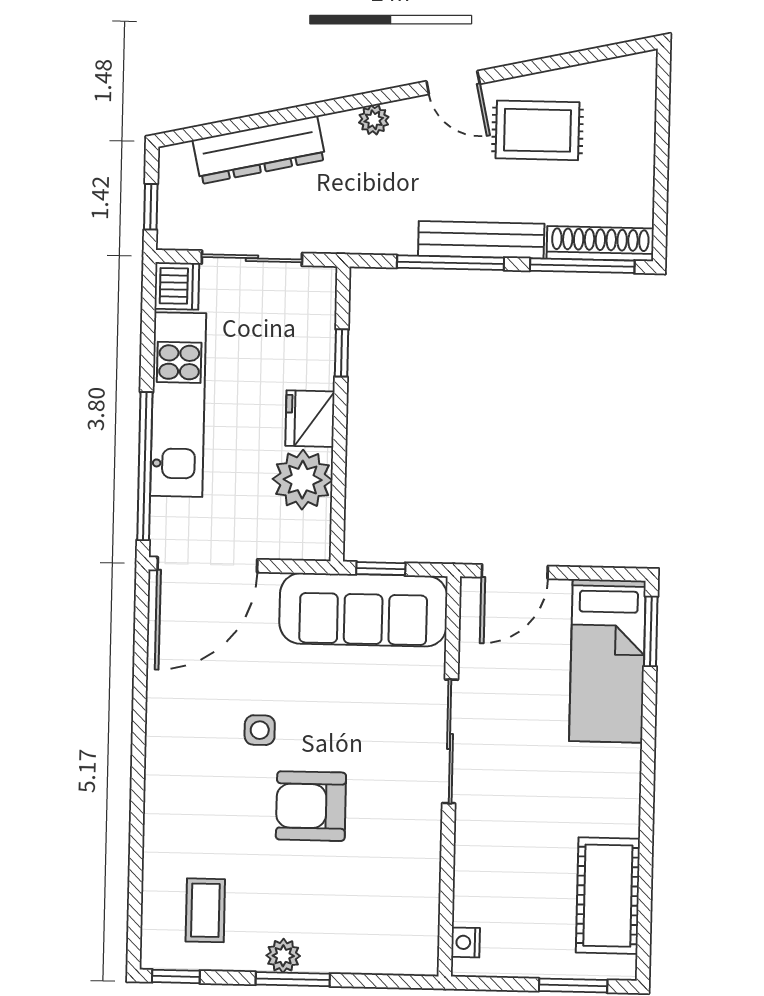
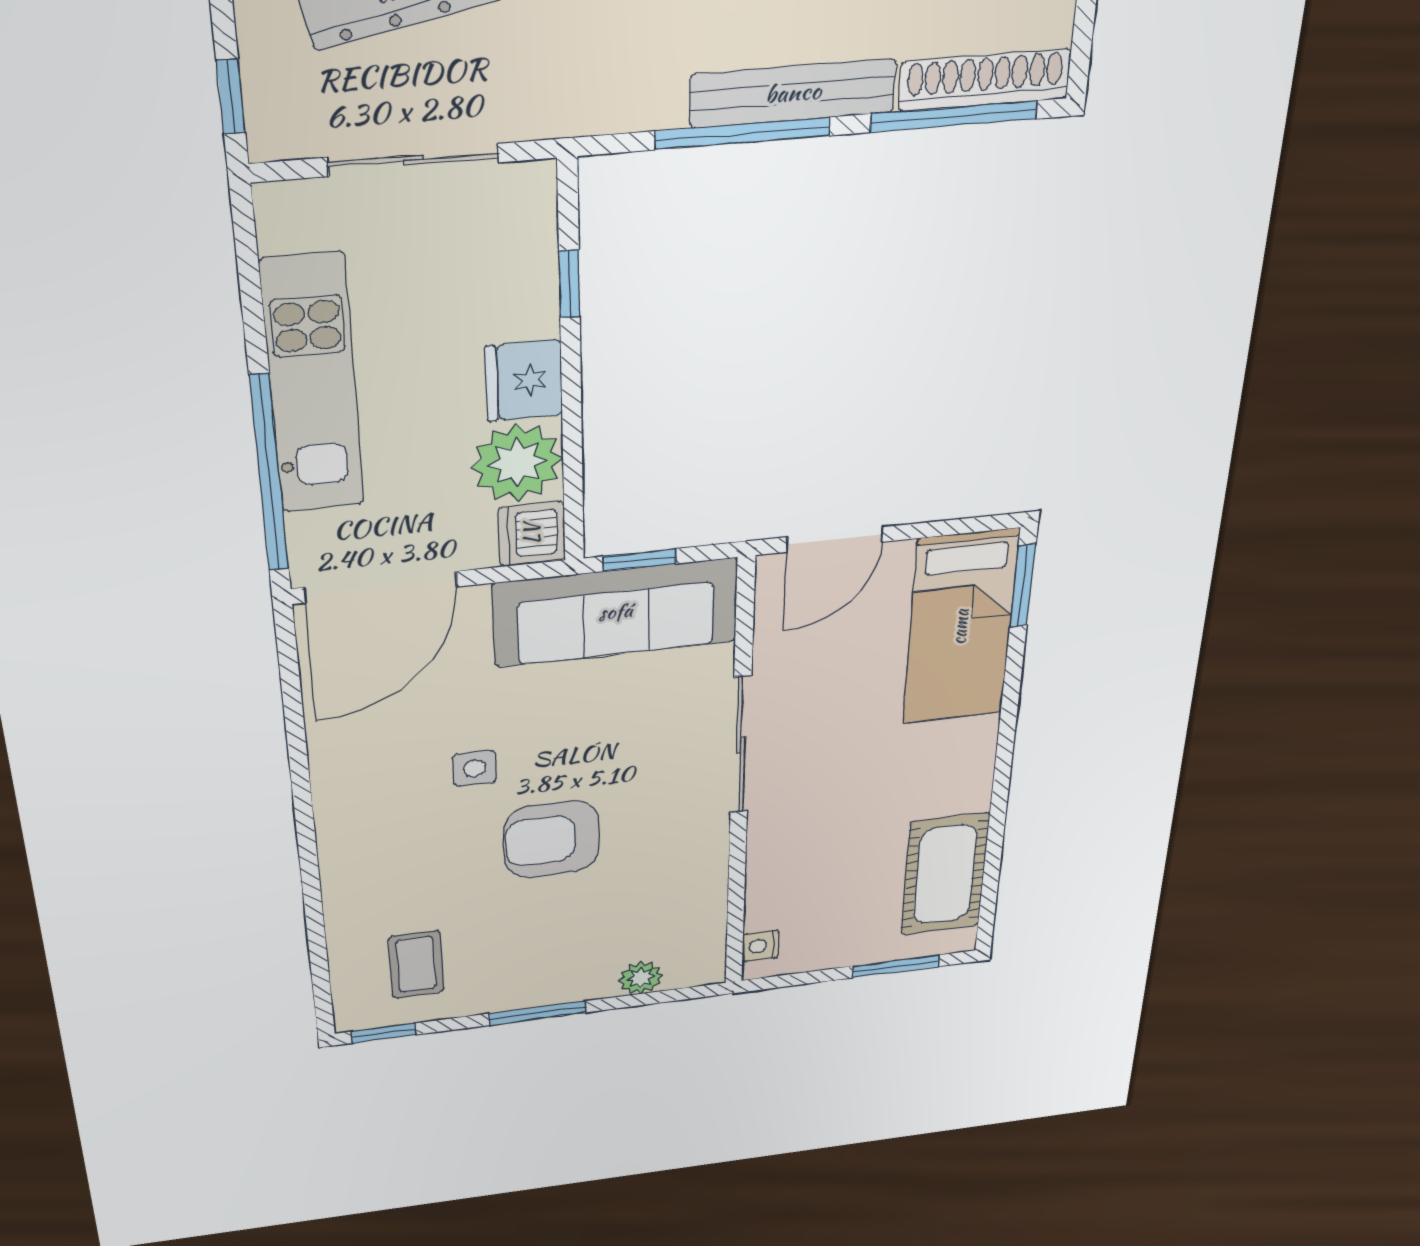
dishwasher: (177, 286) -> (532, 534), moved, turned 180
plant: (283, 956) -> (641, 978), moved

